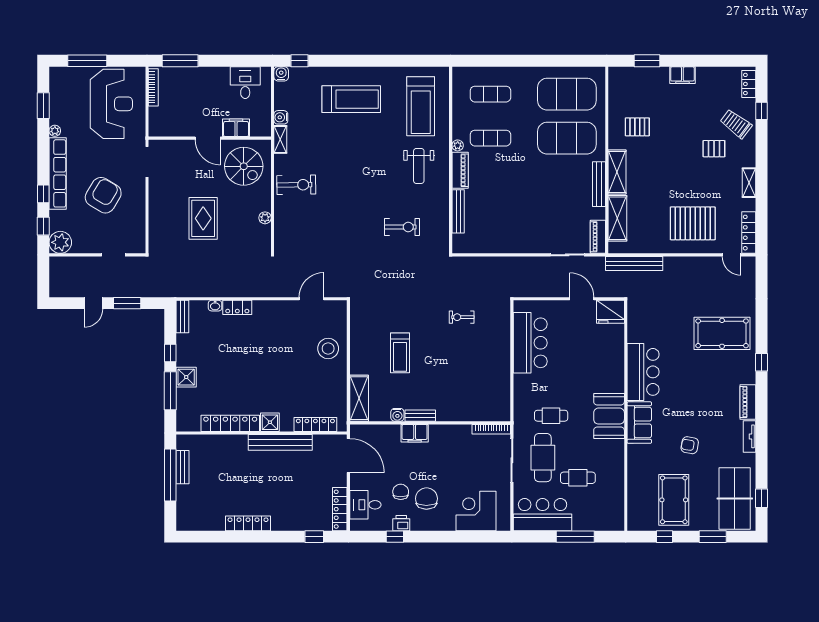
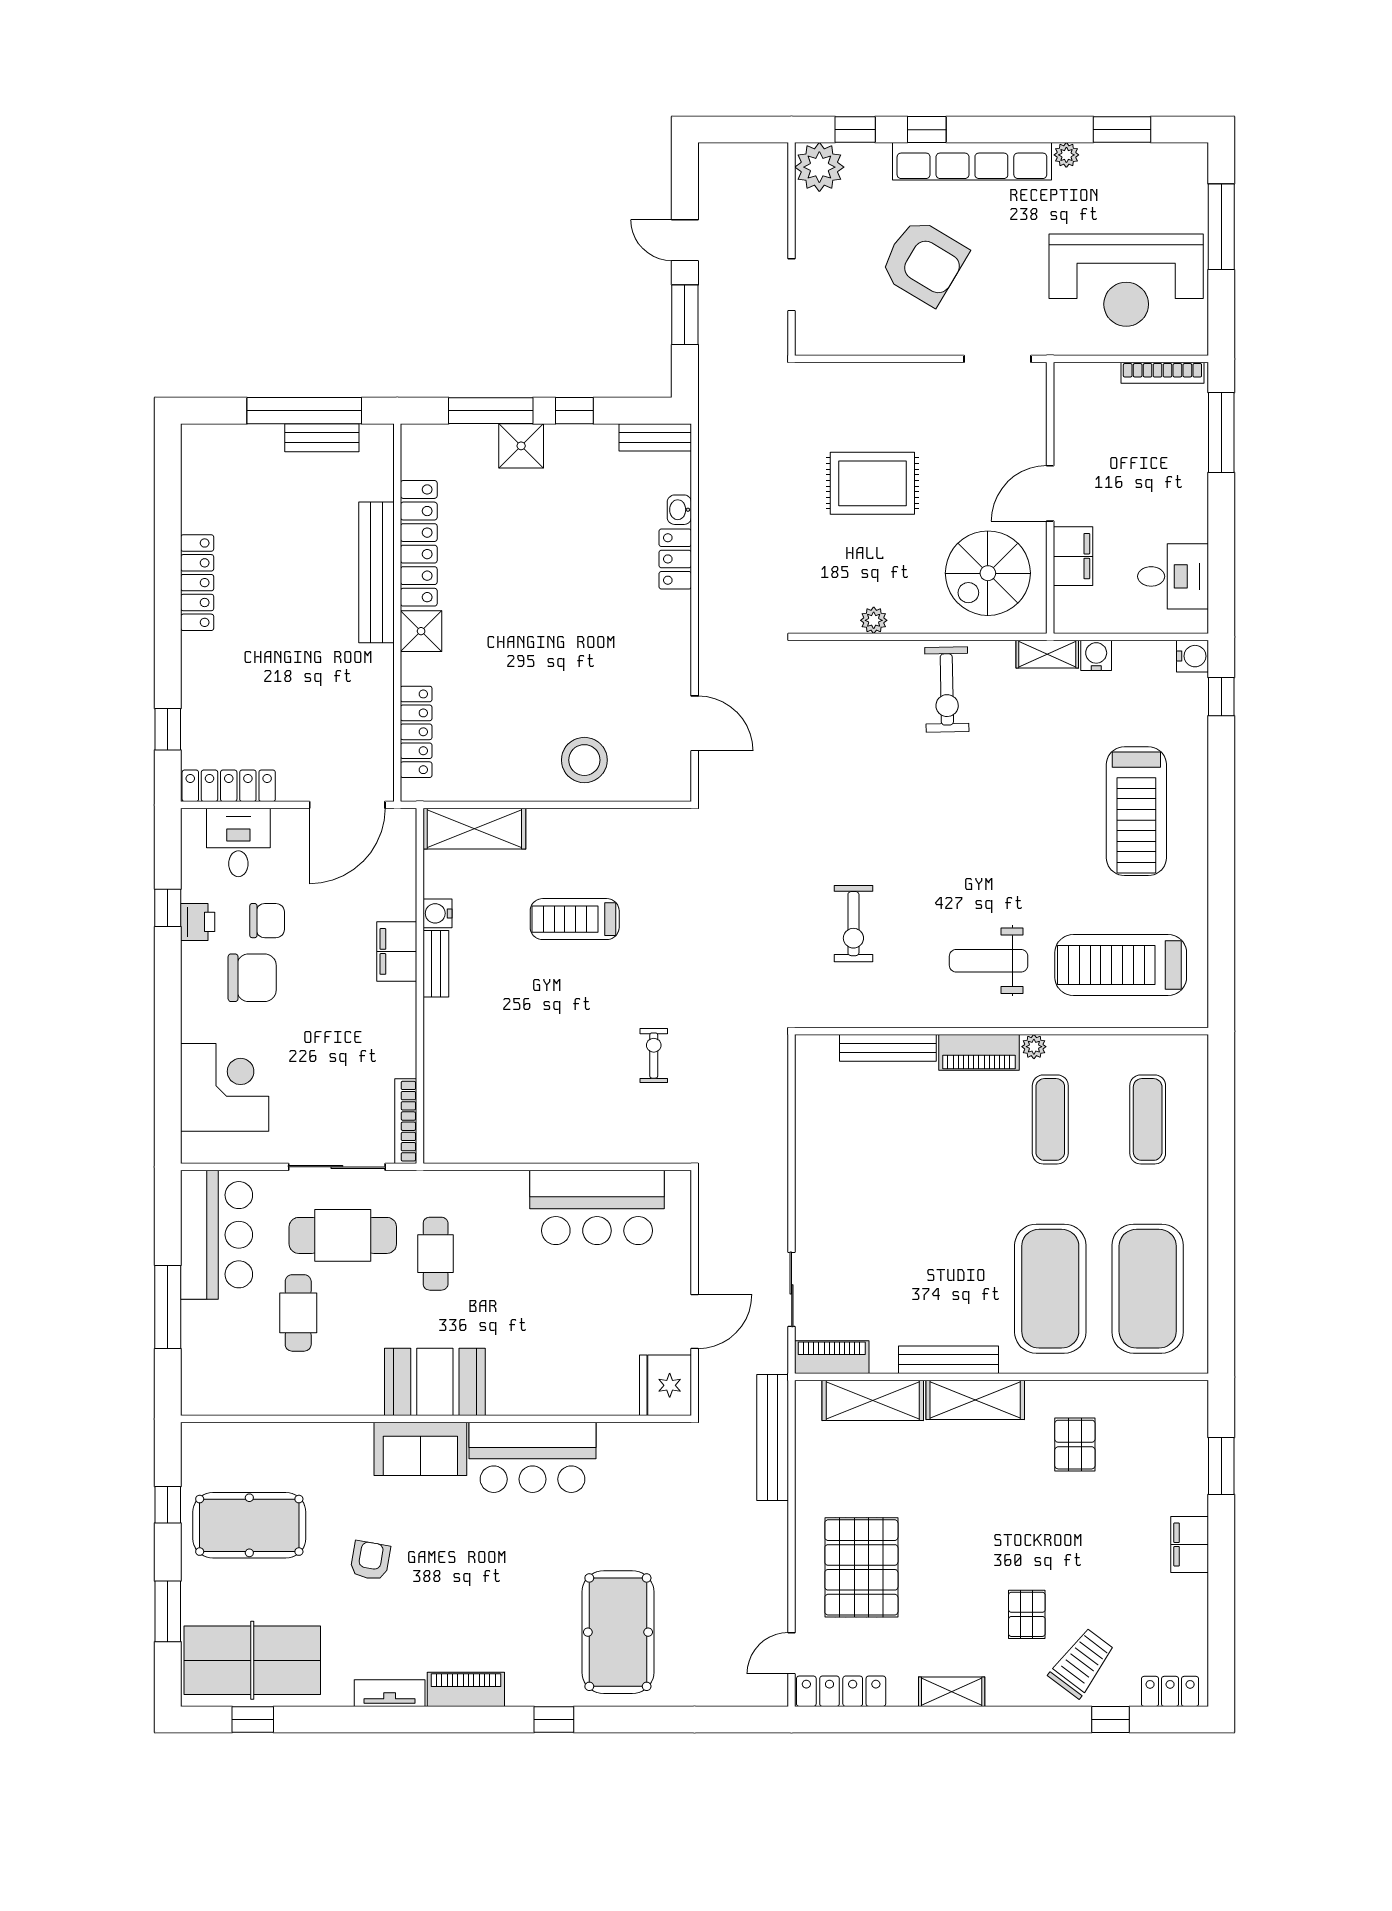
bench: (280, 442) -> (376, 572), moved

